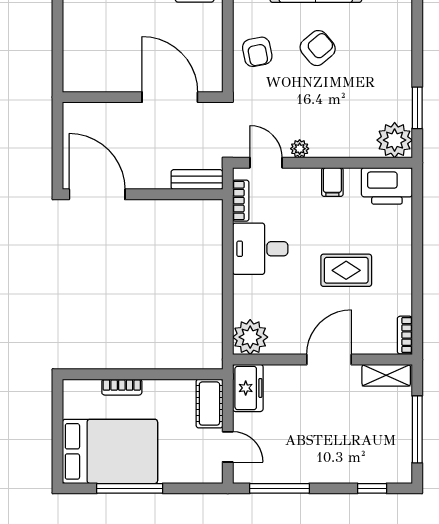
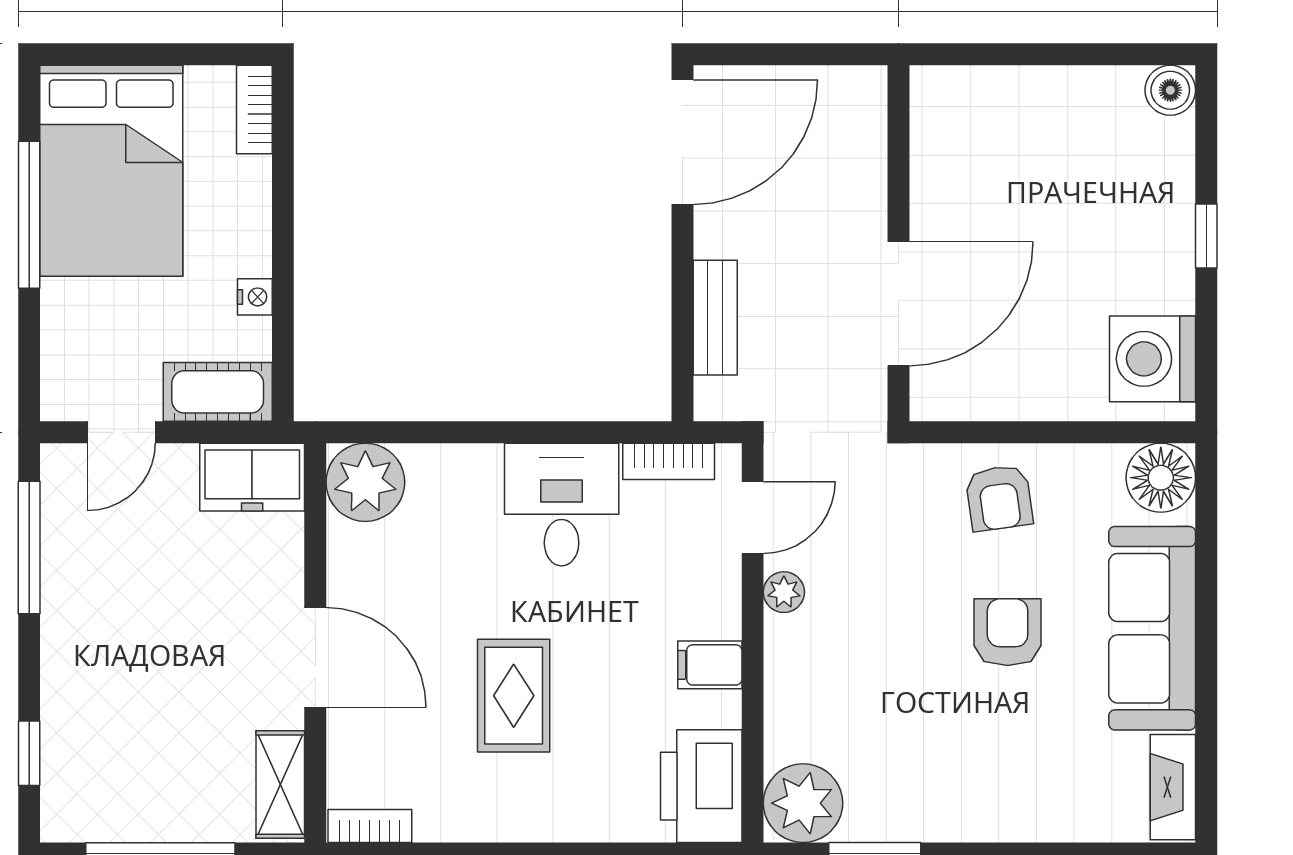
armchair: (318, 48) -> (1008, 632), turned -140
armchair: (257, 52) -> (999, 498), turned -87
bench: (197, 180) -> (715, 318), moved
bookcase: (122, 387) -> (254, 109), moved
nightstand: (167, 387) -> (255, 297), added

